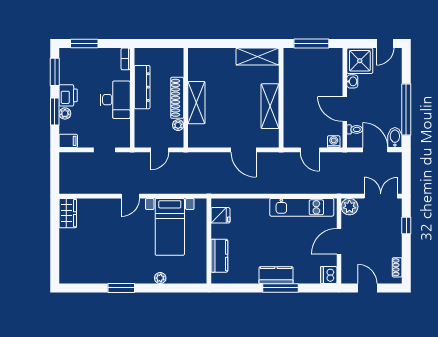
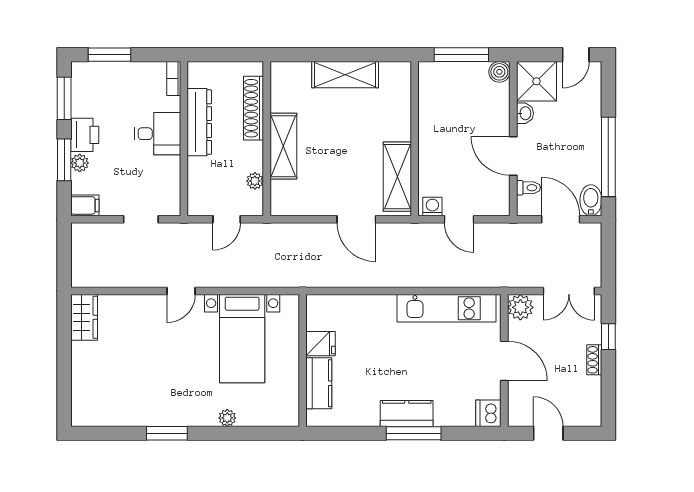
boiler: (336, 55) -> (499, 72), added
shelving: (257, 57) -> (345, 75), moved
shoe rack: (177, 98) -> (254, 108), moved
desk: (115, 100) -> (158, 134), width x0.73
shelving: (270, 106) -> (397, 177), moved
washing machine: (334, 142) -> (432, 207), moved
double door: (381, 196) -> (569, 291), swing flipped
fridge: (220, 215) -> (321, 344), moved
door: (339, 241) -> (504, 361), swing flipped
shoe rack: (397, 267) -> (594, 360), moved

